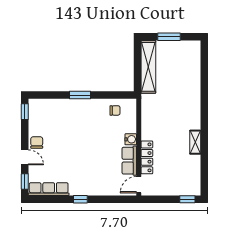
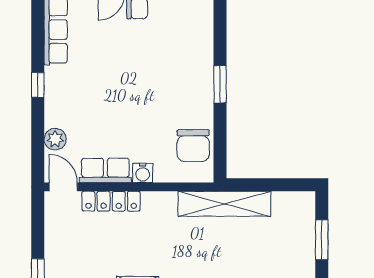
shelving: (148, 67) -> (224, 204), moved
chair: (115, 110) -> (193, 146), width x1.87, depth x1.87
plant: (111, 189) -> (55, 139), added

